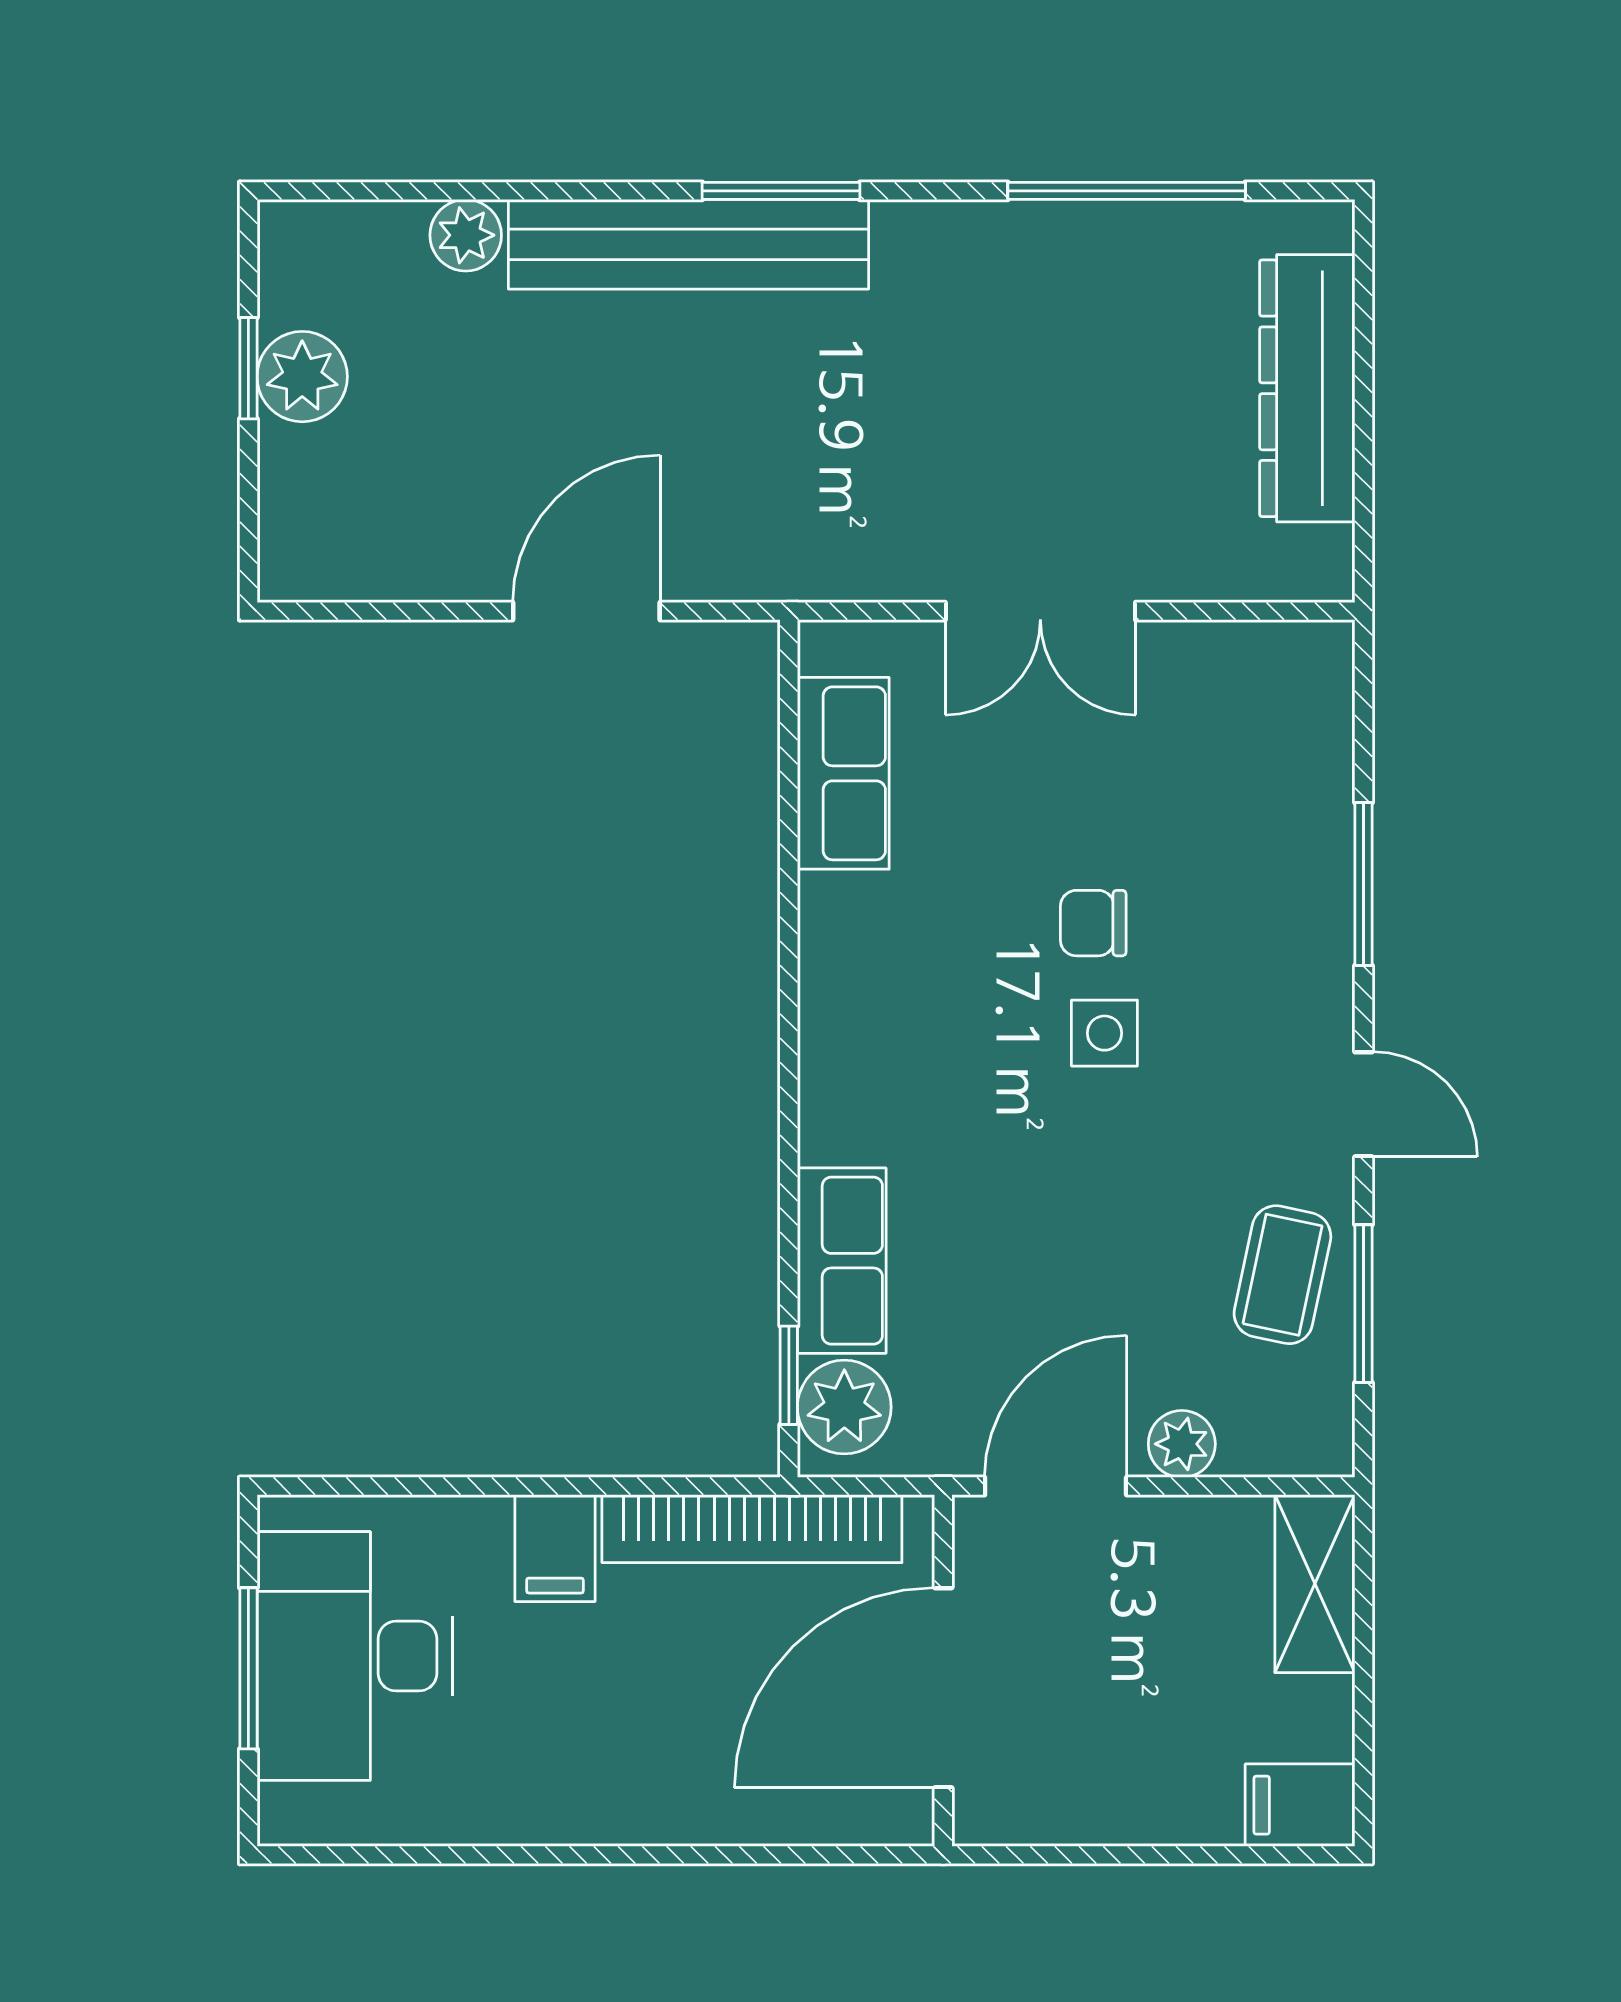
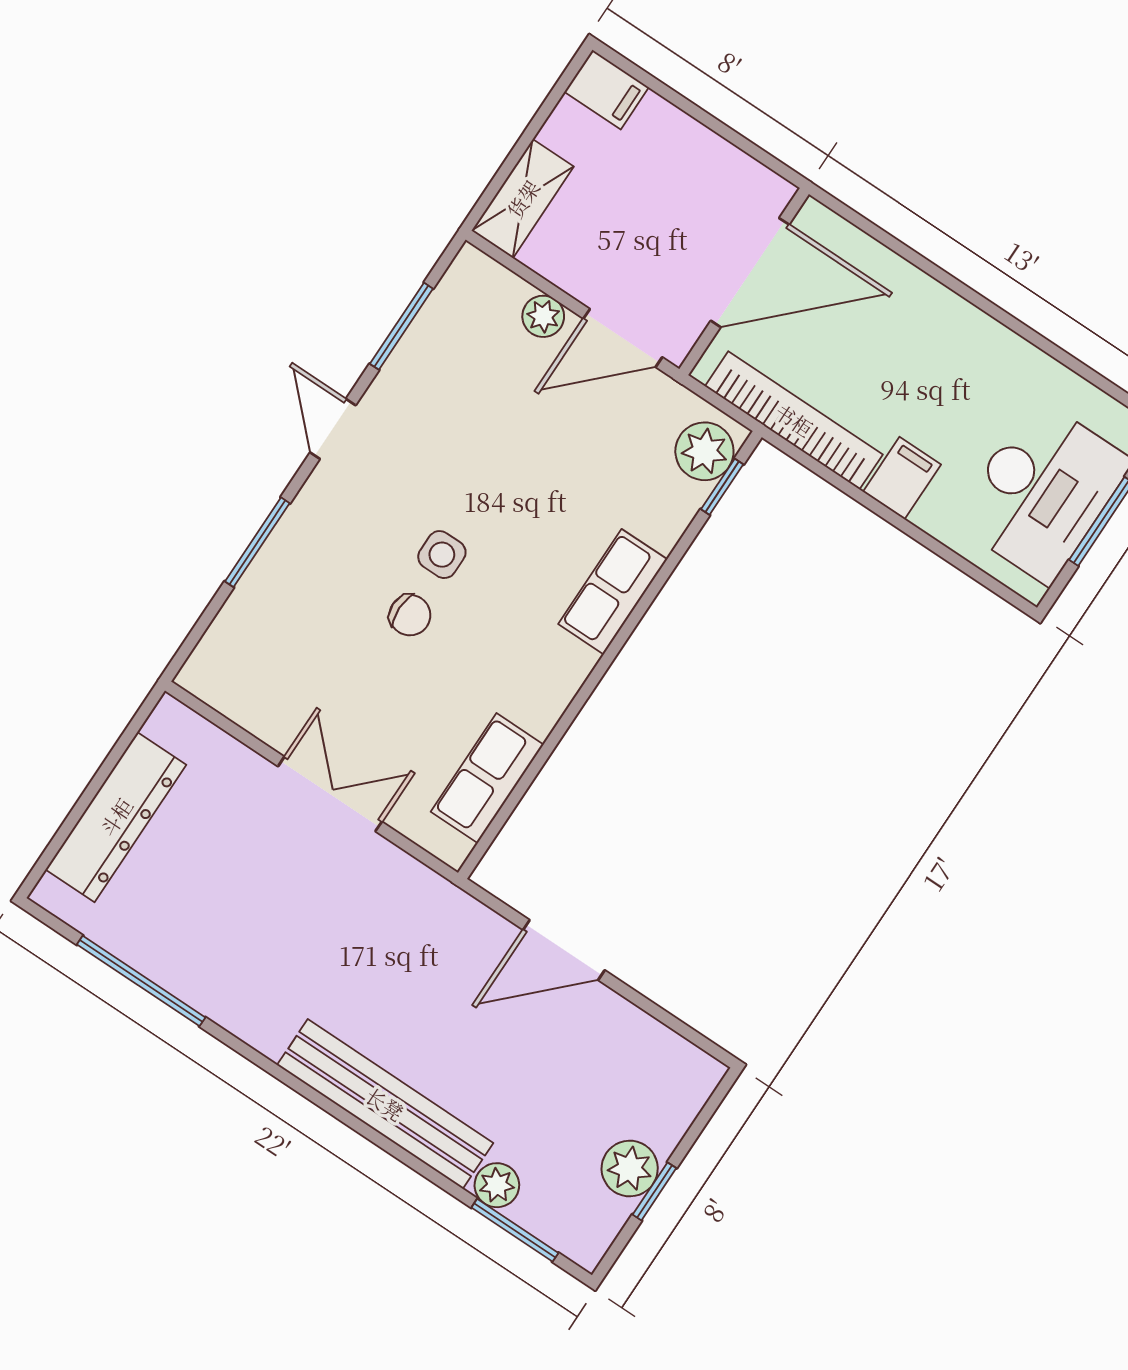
window: (781, 191) -> (515, 1230), moved
row of seats: (842, 1261) -> (613, 592), moved
coffee table: (1282, 1275) -> (433, 369), removed

